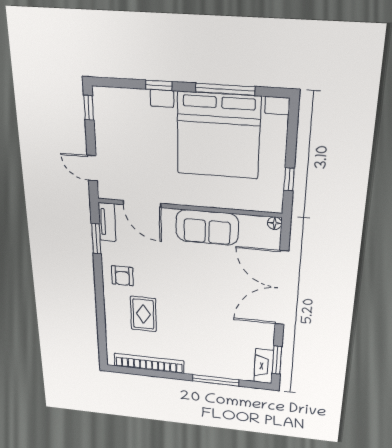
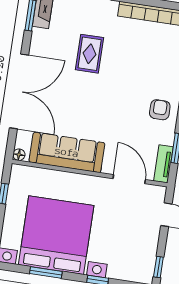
window: (225, 89) -> (46, 272), width x0.69
sofa: (207, 227) -> (67, 152), width x1.36
rug: (143, 314) -> (90, 54), moved

